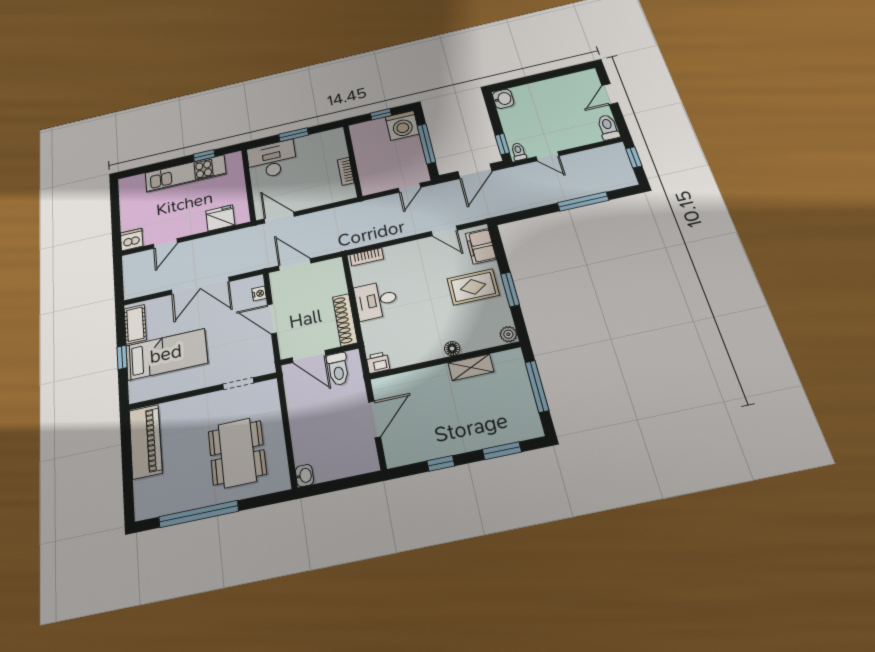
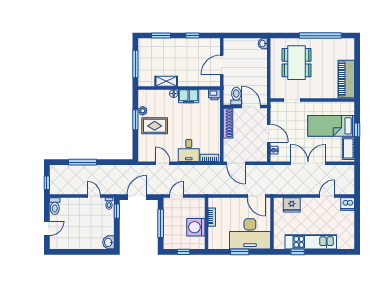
washing machine: (402, 125) -> (196, 227), moved, turned -90
desk: (272, 160) -> (250, 234), width x1.36, depth x1.30
filing cabinet: (481, 246) -> (189, 96), moved, turned 90
door: (295, 264) -> (236, 163), moved
desk: (376, 300) -> (189, 150), moved, turned 90
plant: (508, 334) -> (143, 111), moved

